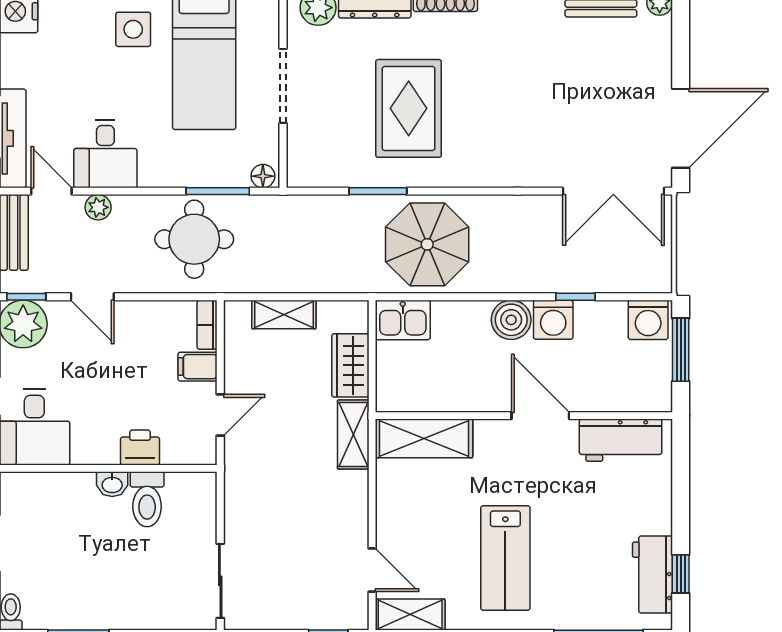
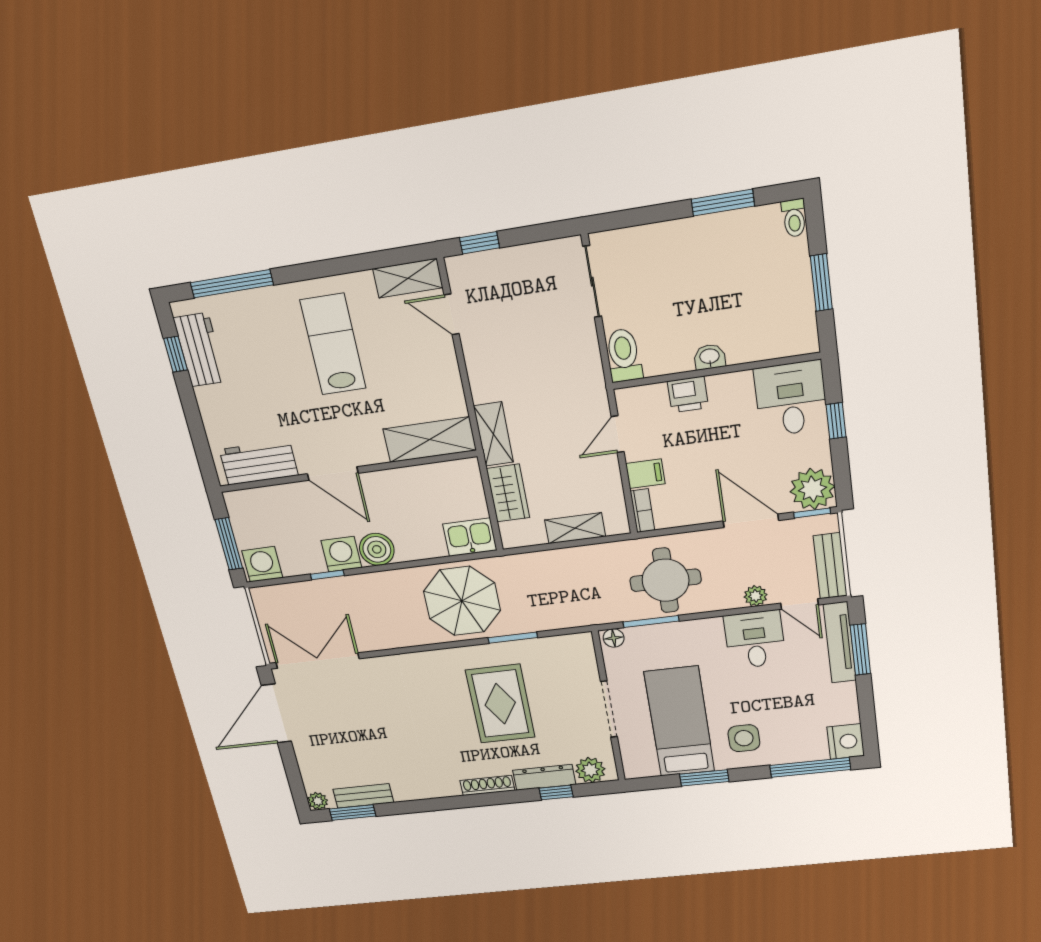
door: (92, 297) -> (751, 521), width x1.38
toilet: (147, 499) -> (624, 355), moved

